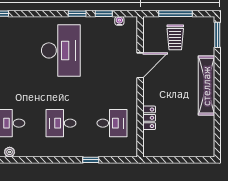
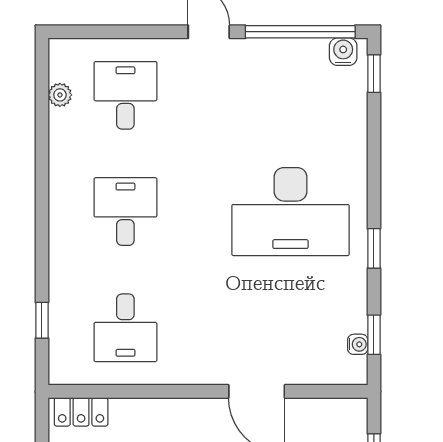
window: (104, 14) -> (374, 335), moved
locker: (149, 118) -> (81, 412), moved
window: (91, 160) -> (42, 320), moved

